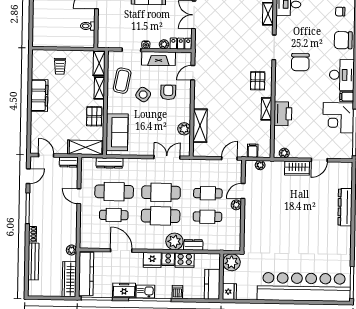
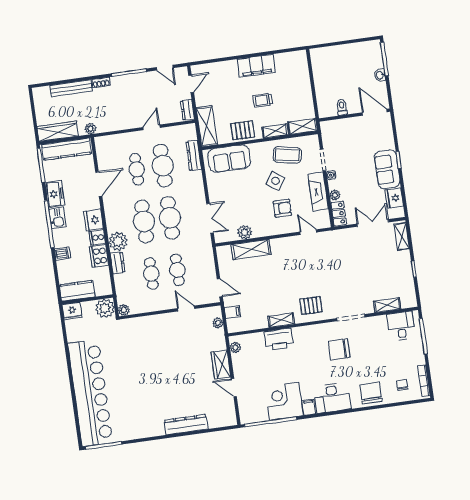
trolley: (60, 66) -> (263, 100), moved
plant: (236, 205) -> (124, 310), moved

